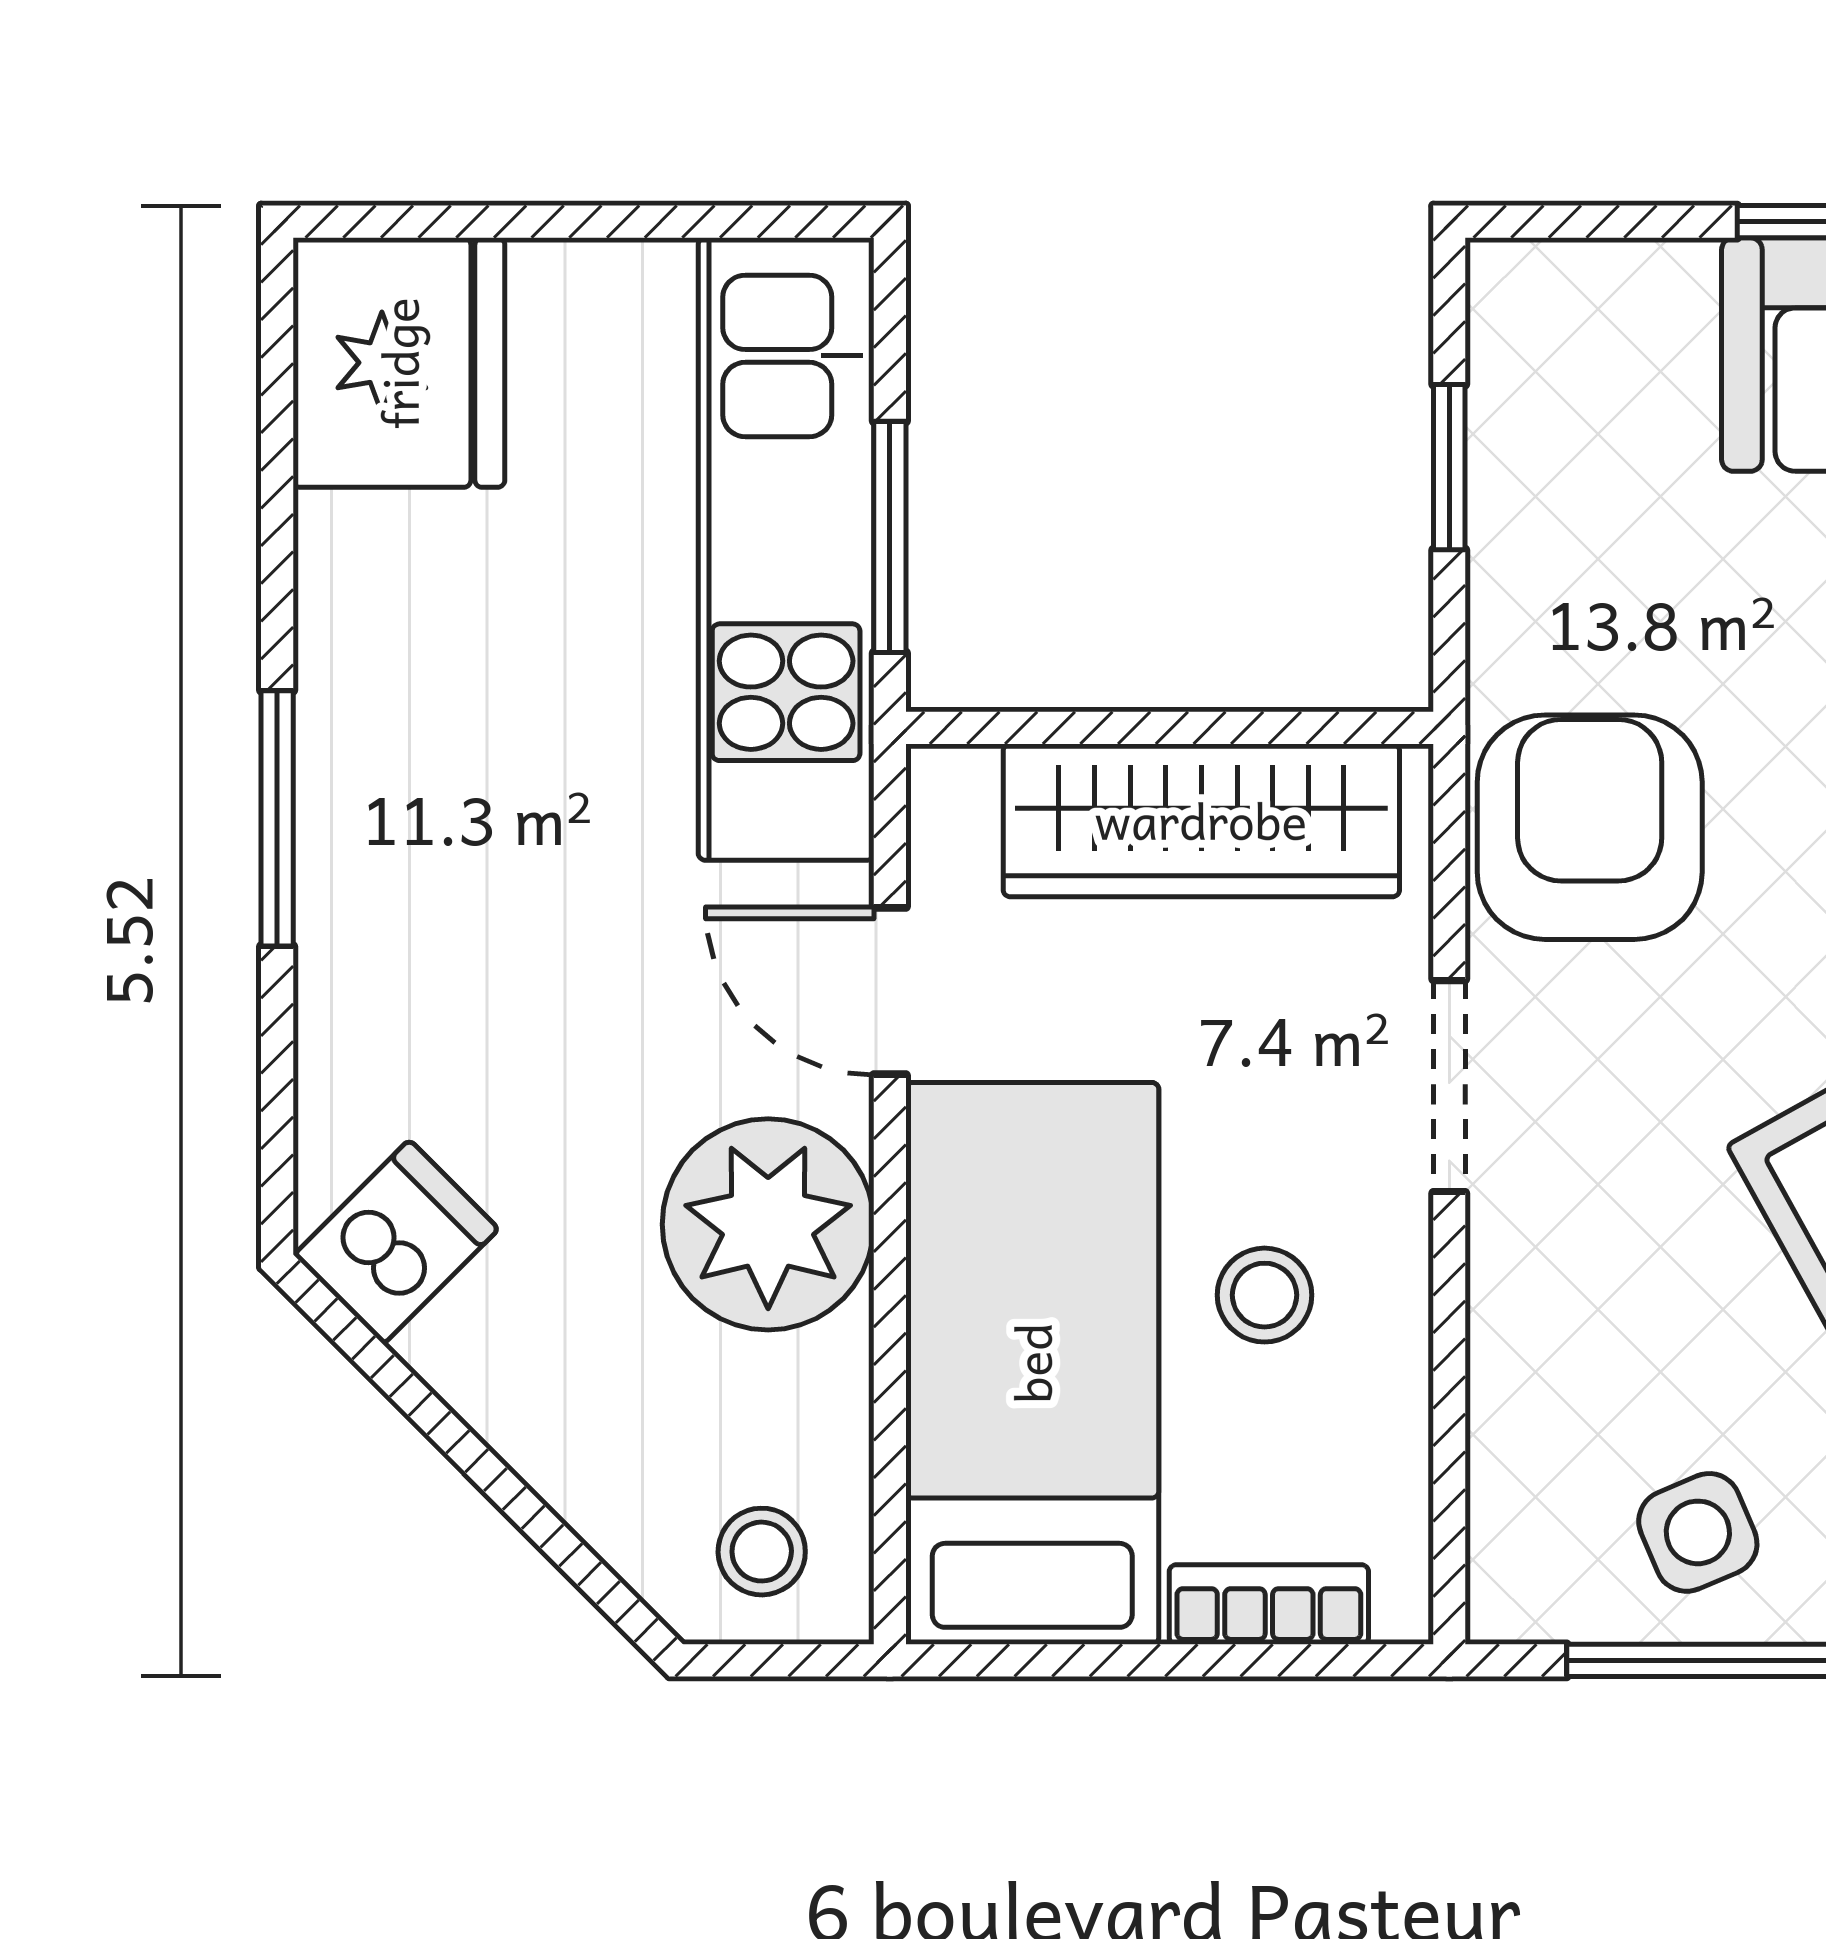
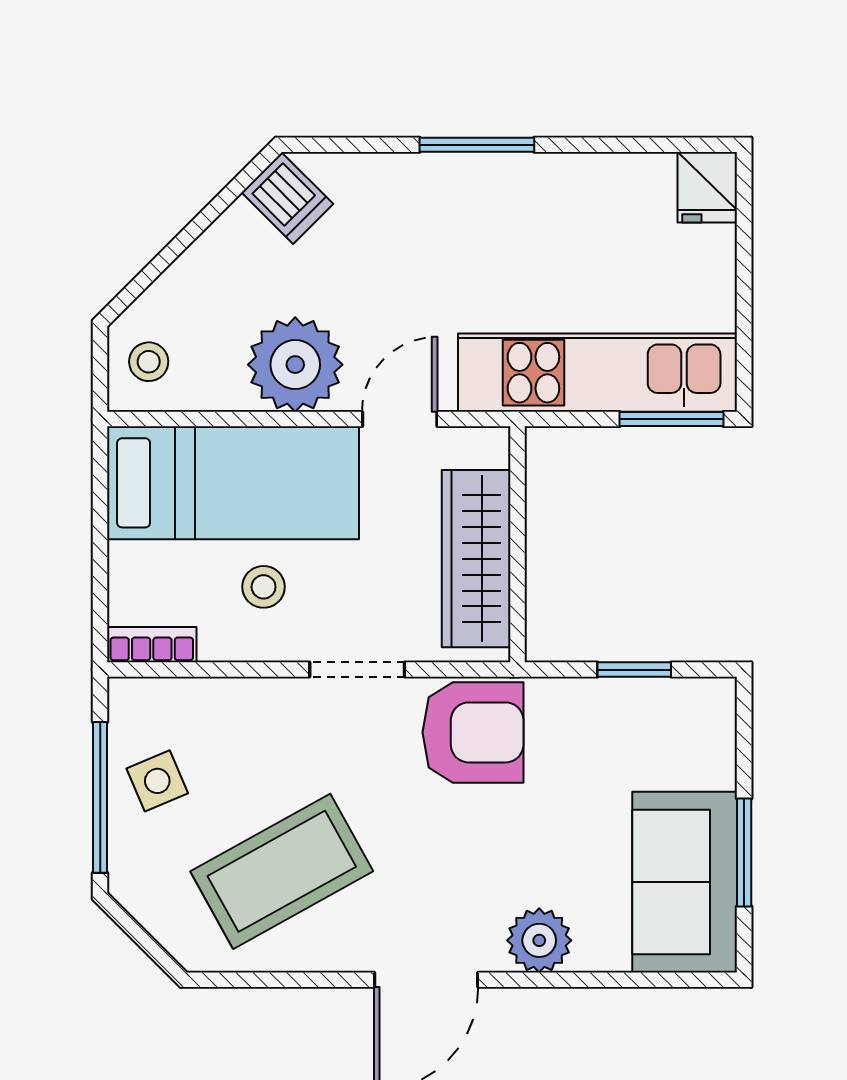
fridge: (399, 363) -> (707, 187), width x0.53, depth x0.75
window: (890, 537) -> (671, 419), moved
bookcase: (1269, 1604) -> (152, 645), moved, turned -90

